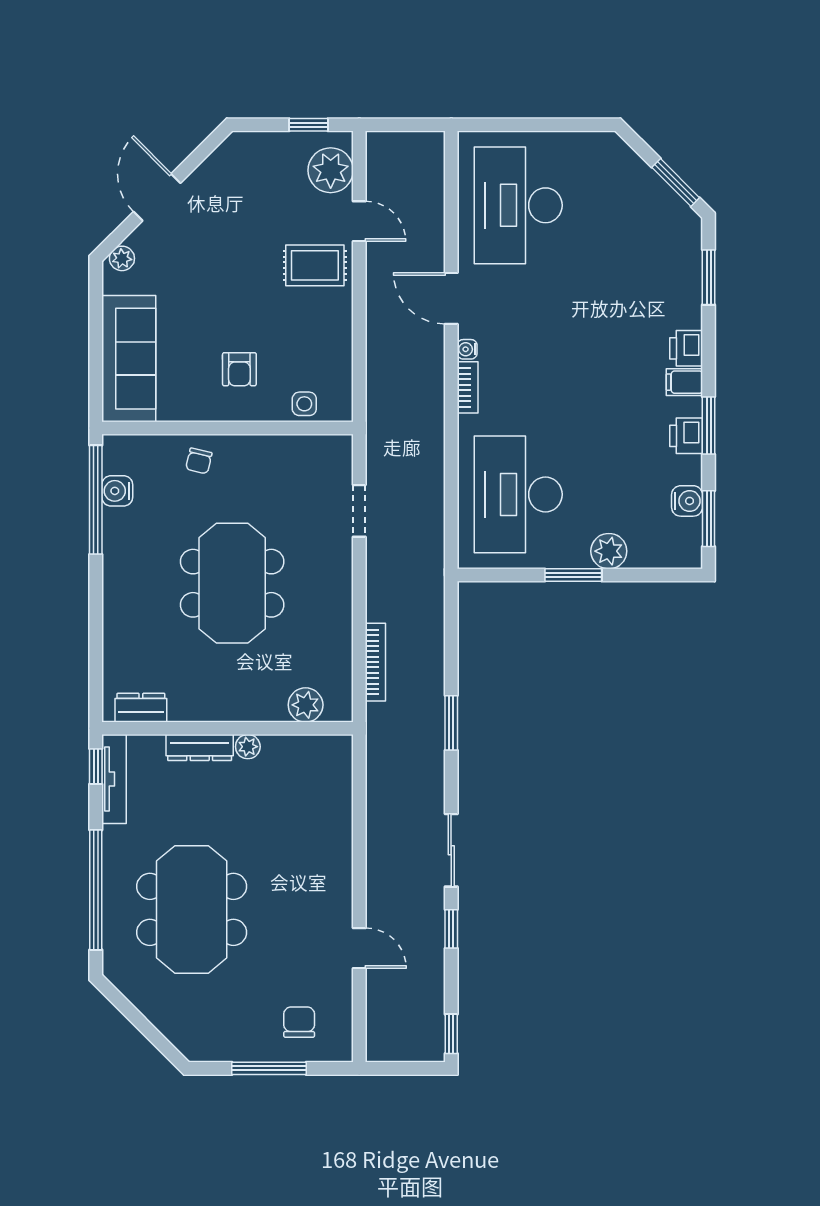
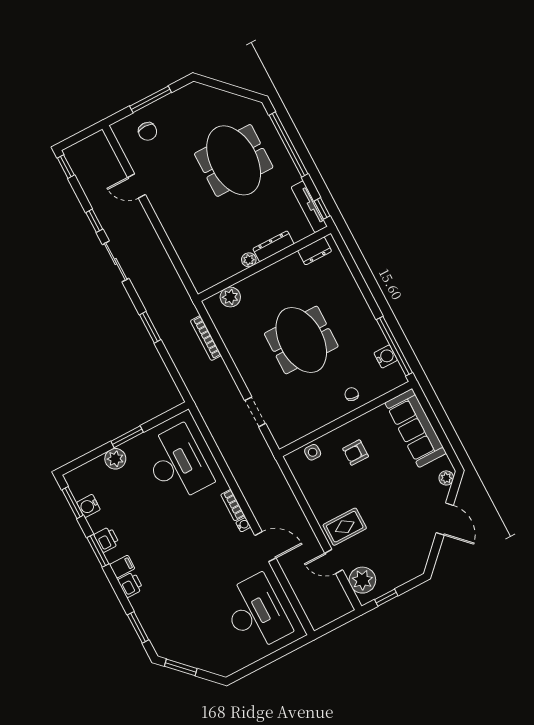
armchair: (239, 369) -> (356, 453), turned -90

